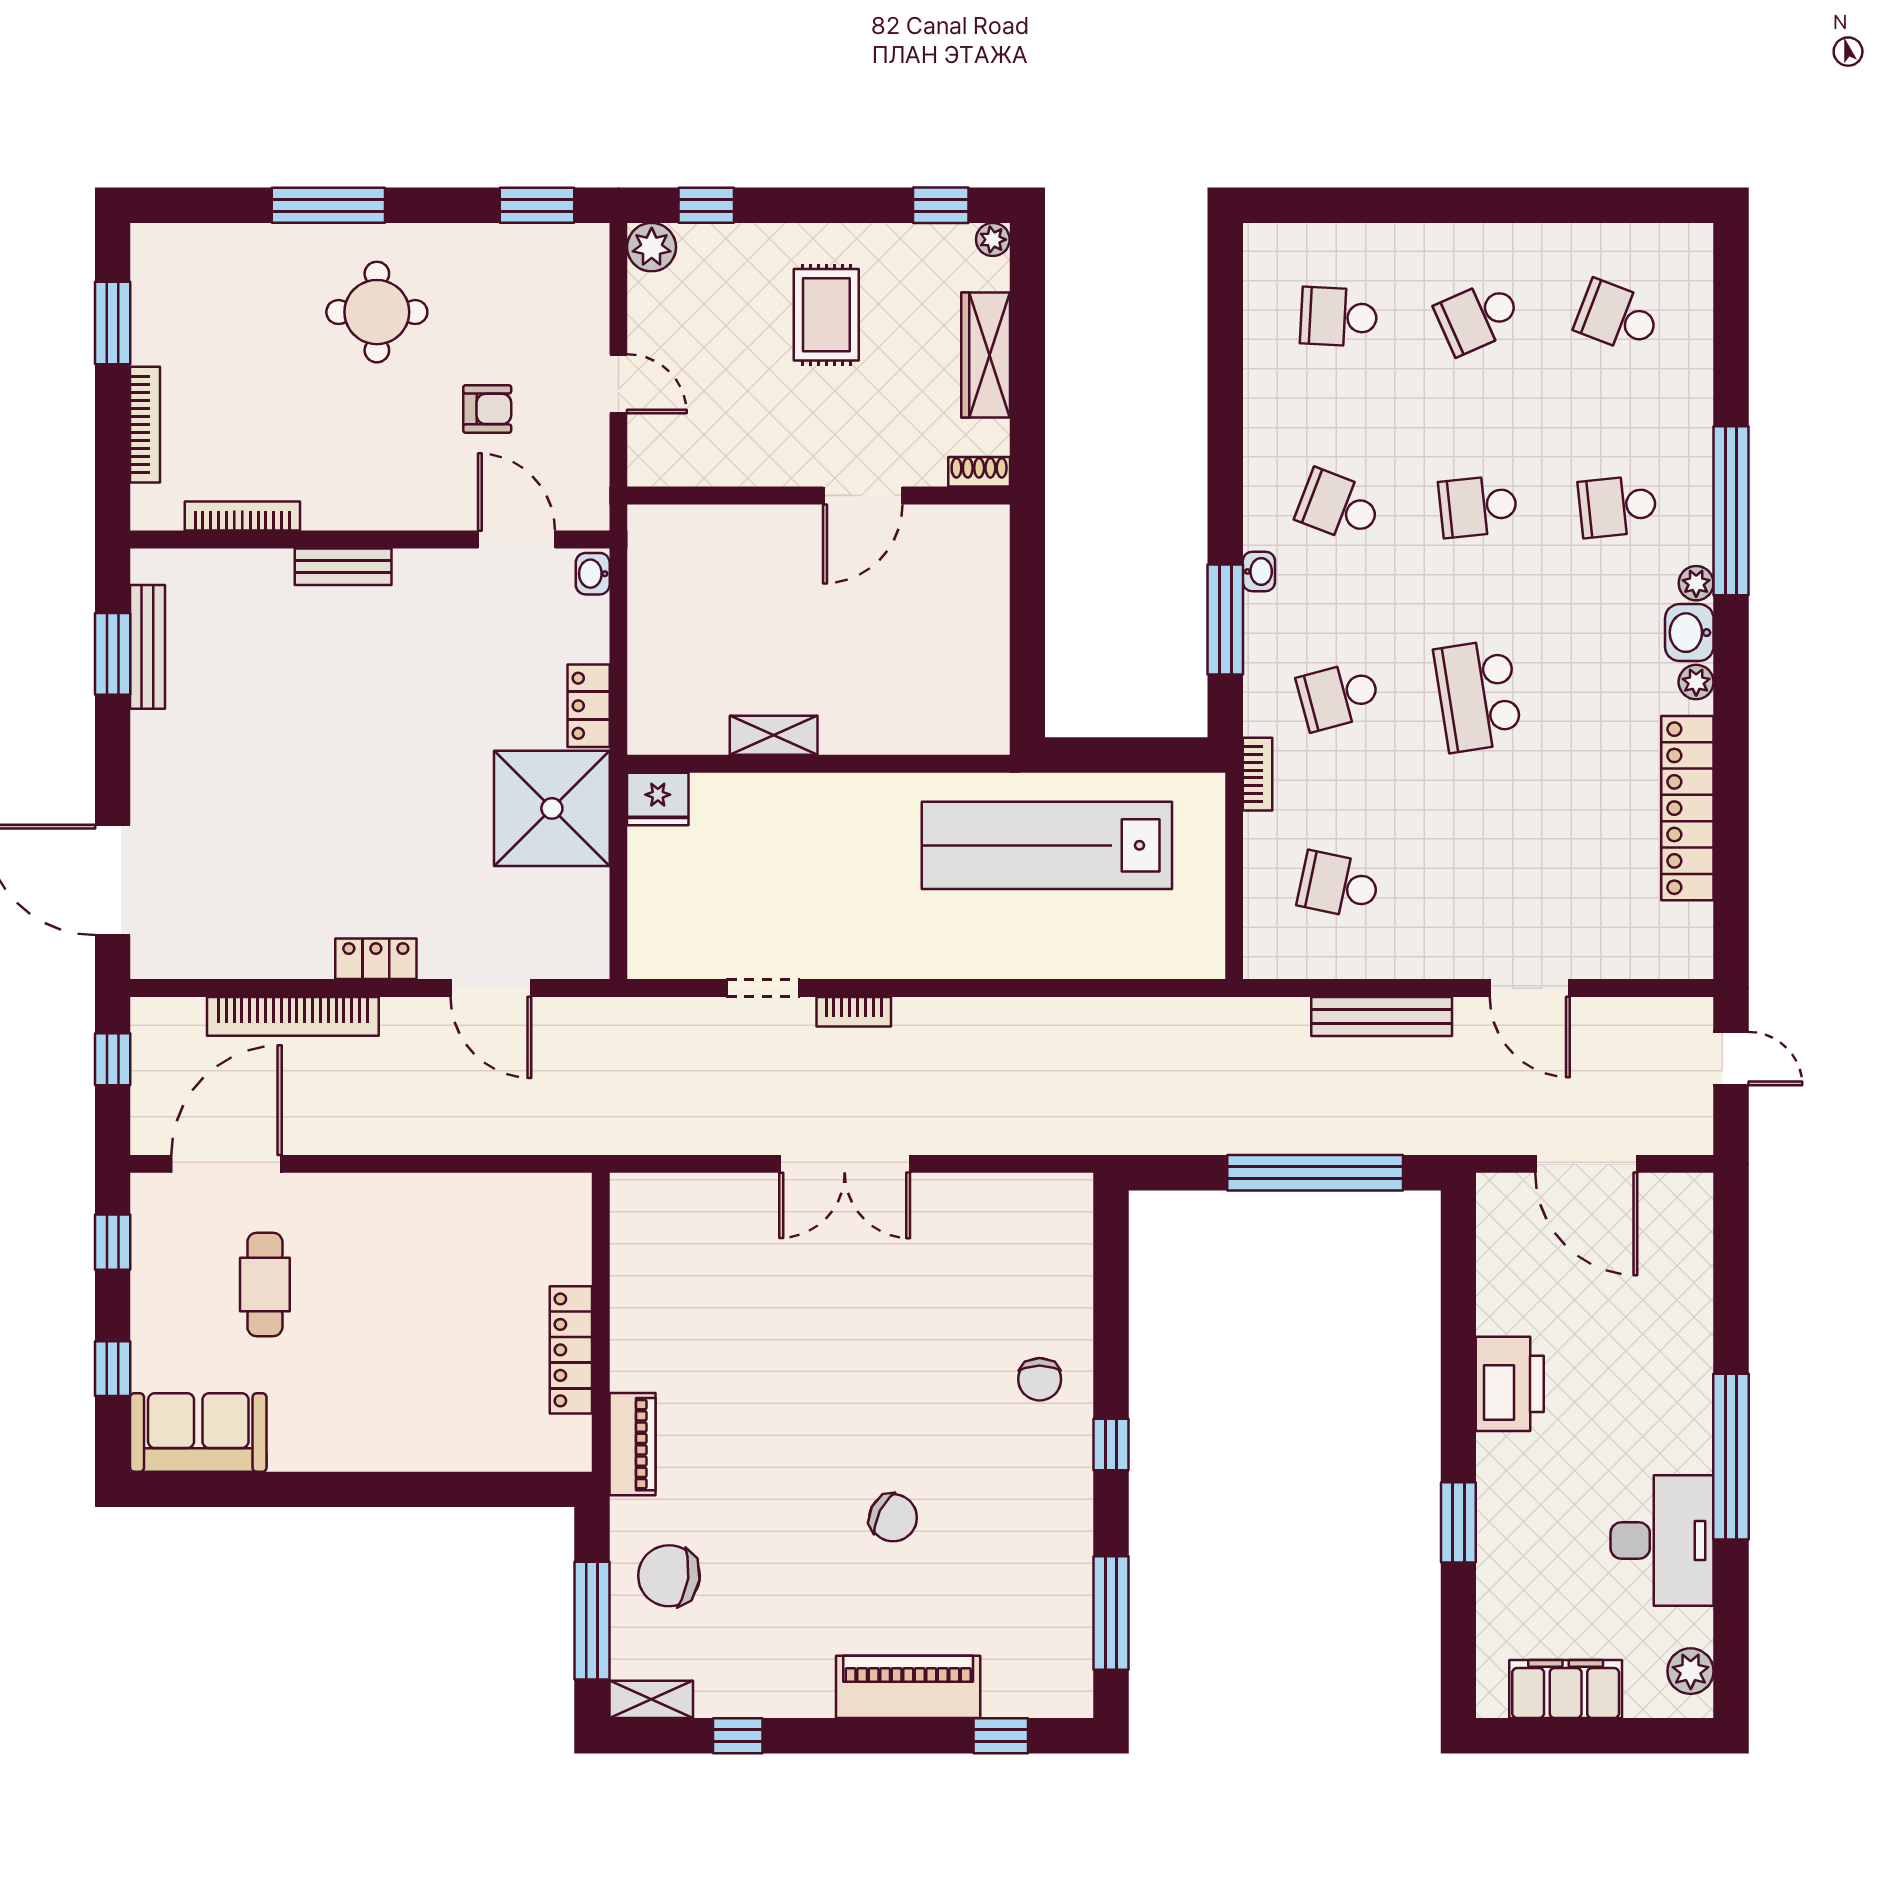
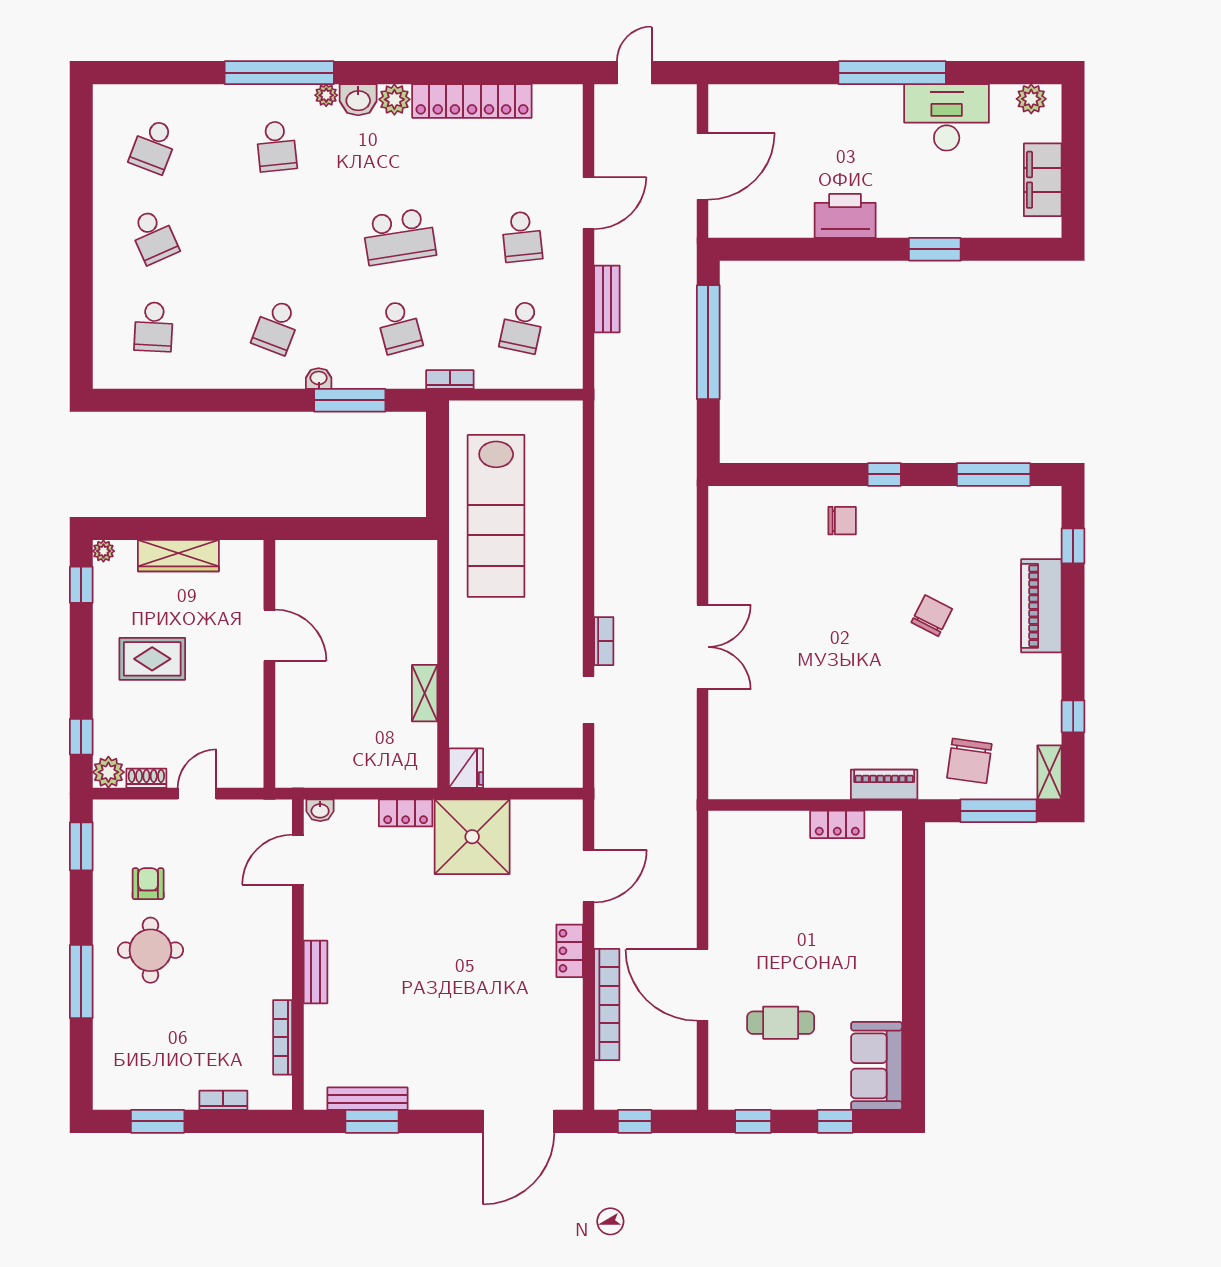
armchair: (487, 409) -> (148, 884), moved
bookcase: (145, 425) -> (223, 1100), width x0.64
shoe rack: (979, 472) -> (146, 778), moved, turned 90
school desk: (1478, 506) -> (522, 236), moved
plant: (1696, 682) -> (394, 99), width x1.38, depth x1.38
bench: (1382, 1016) -> (607, 299), width x0.73
door: (226, 1164) -> (703, 985), moved
locker: (571, 1350) -> (837, 824), width x0.66

